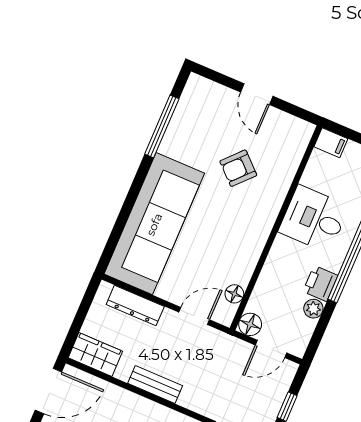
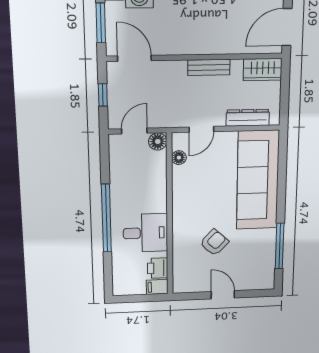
printer: (320, 283) -> (158, 268), moved, turned 180
plant: (313, 309) -> (117, 173), removed

